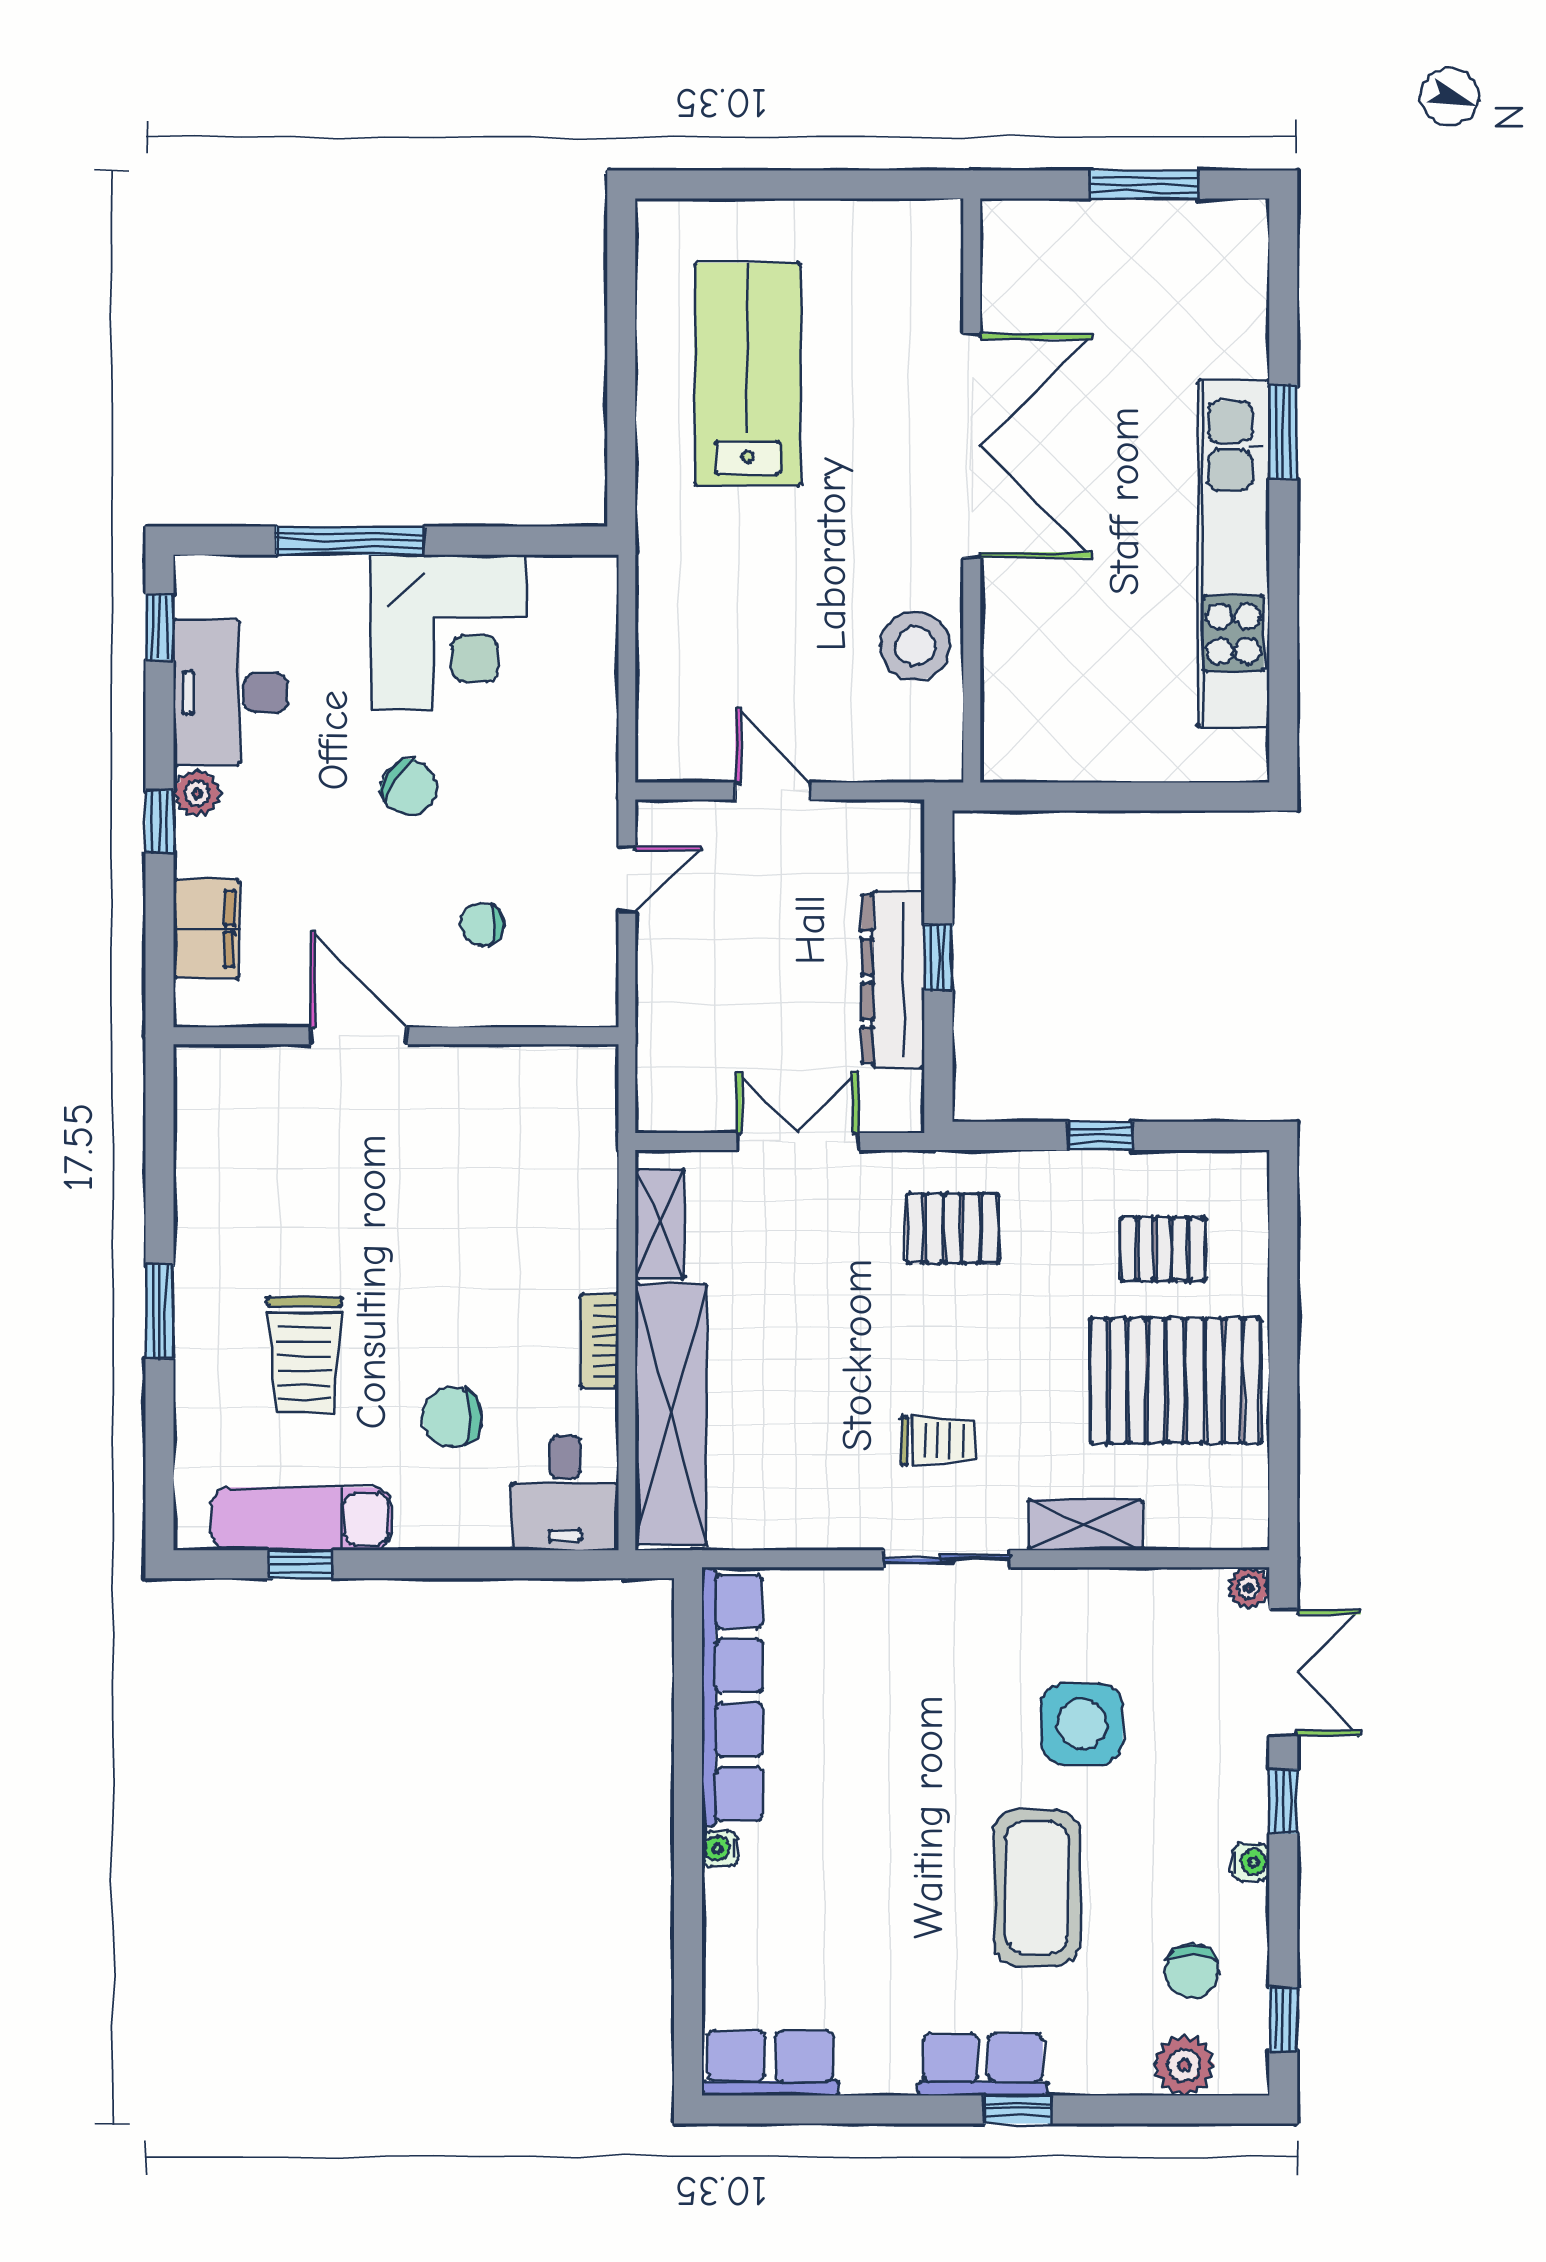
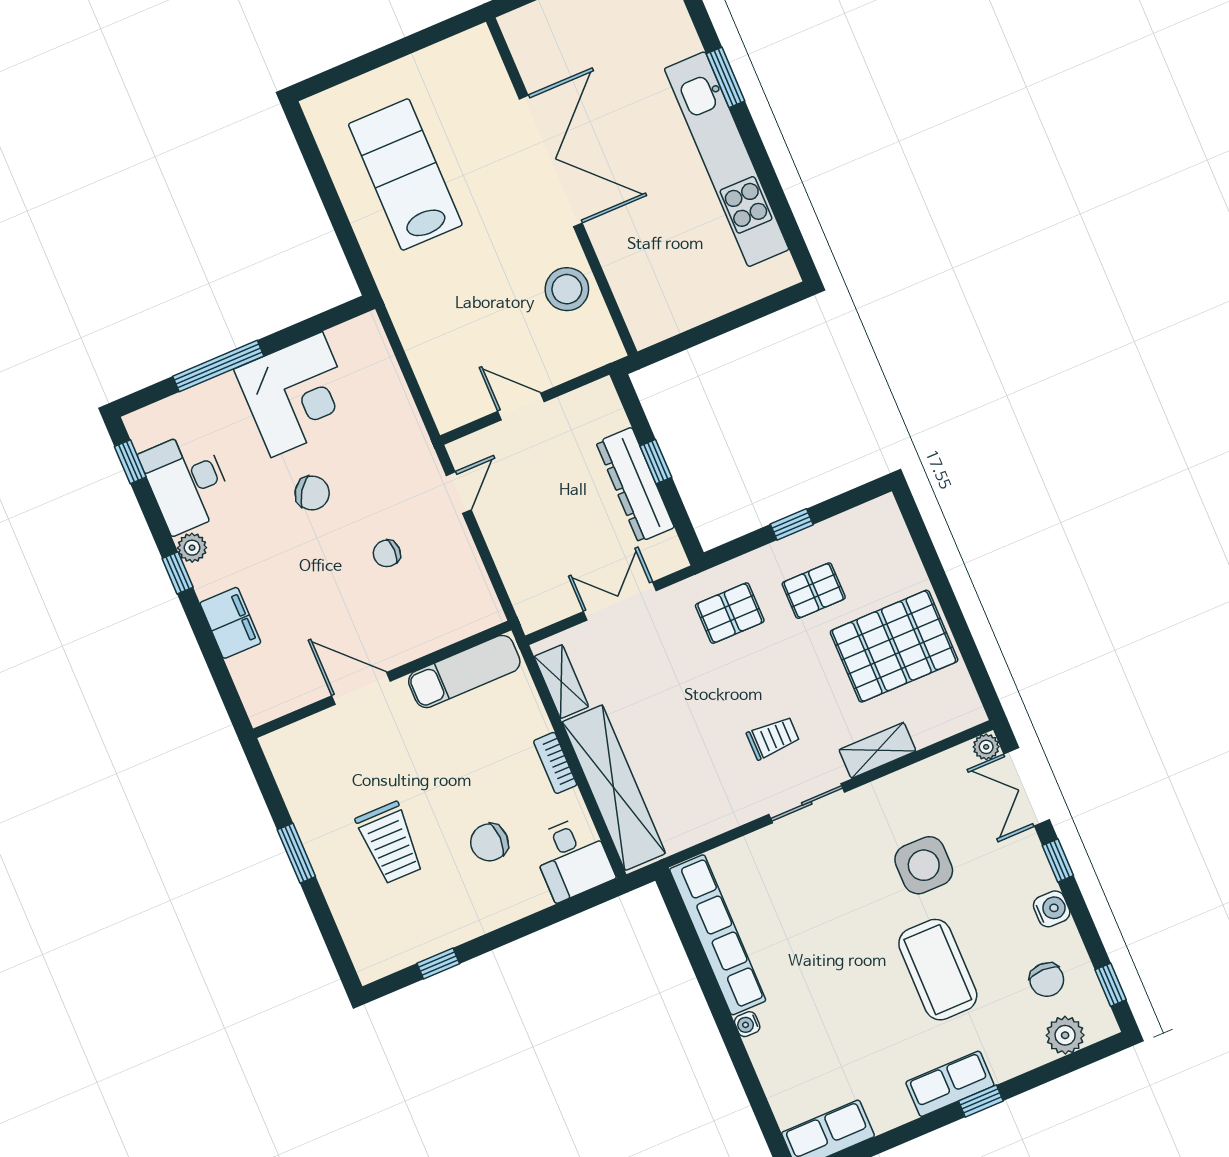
door: (359, 1036) -> (361, 688), moved
wall: (396, 1036) -> (382, 679), moved
pallet: (1163, 1249) -> (814, 591), moved
exam couch: (301, 1519) -> (464, 671), moved, turned 180
double door: (1283, 1673) -> (1027, 787), swing flipped
water cooler: (1251, 1862) -> (1052, 909), width x1.38, depth x1.38

